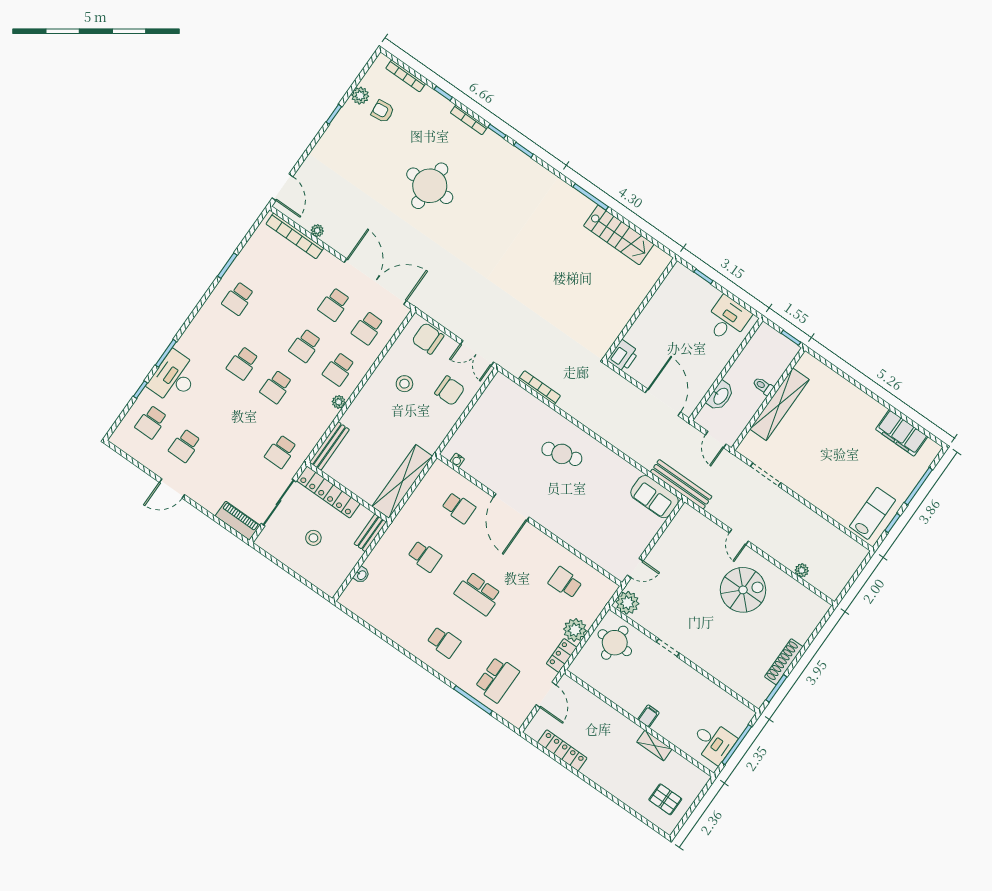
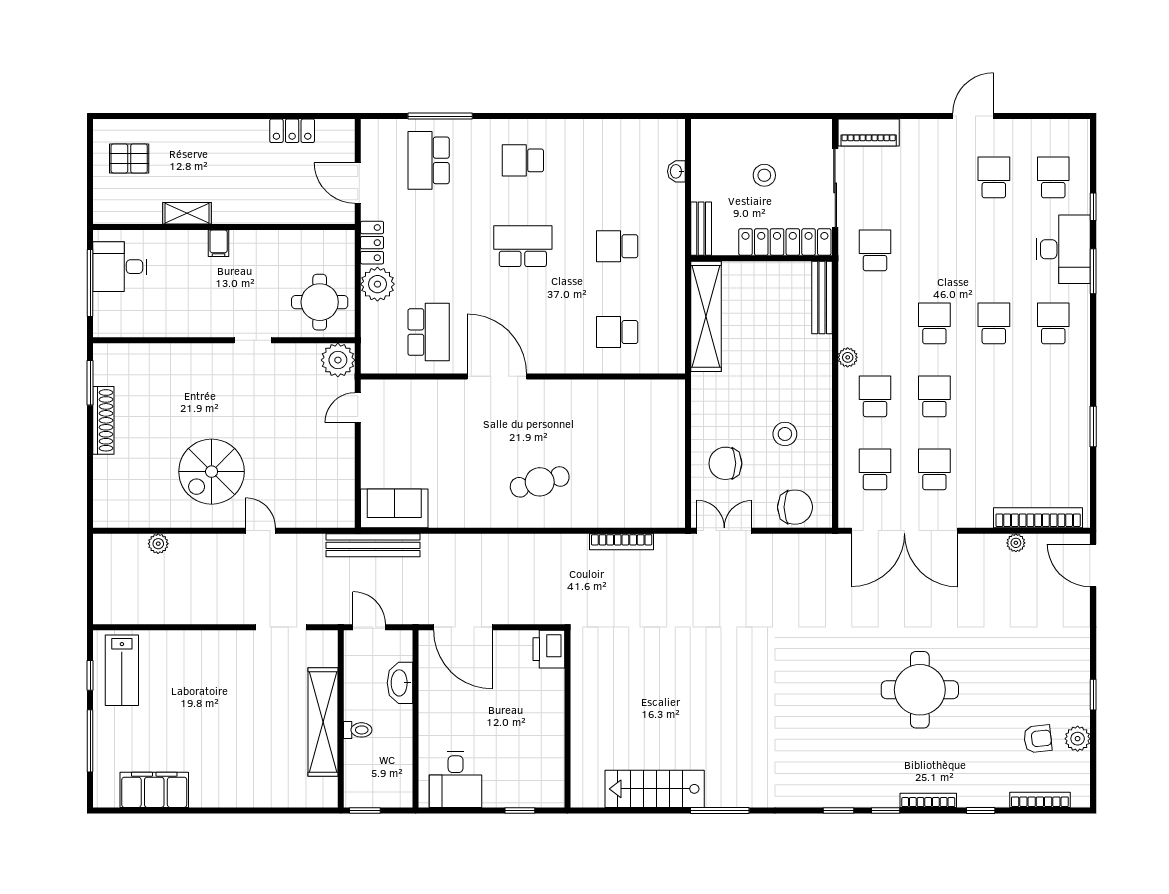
school desk: (238, 298) -> (1053, 323), moved
water cooler: (457, 460) -> (659, 387), removed
door: (511, 507) -> (497, 376), moved
school desk: (565, 583) -> (429, 332), width x1.85
locker: (562, 750) -> (292, 131), width x0.66

